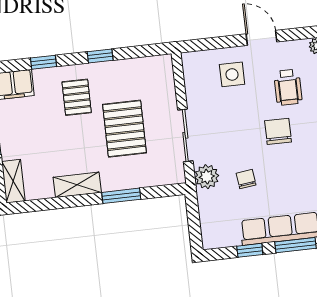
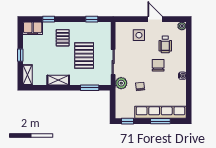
window: (100, 56) -> (92, 19), moved
window: (121, 196) -> (90, 88), moved
window: (250, 250) -> (128, 121), moved

